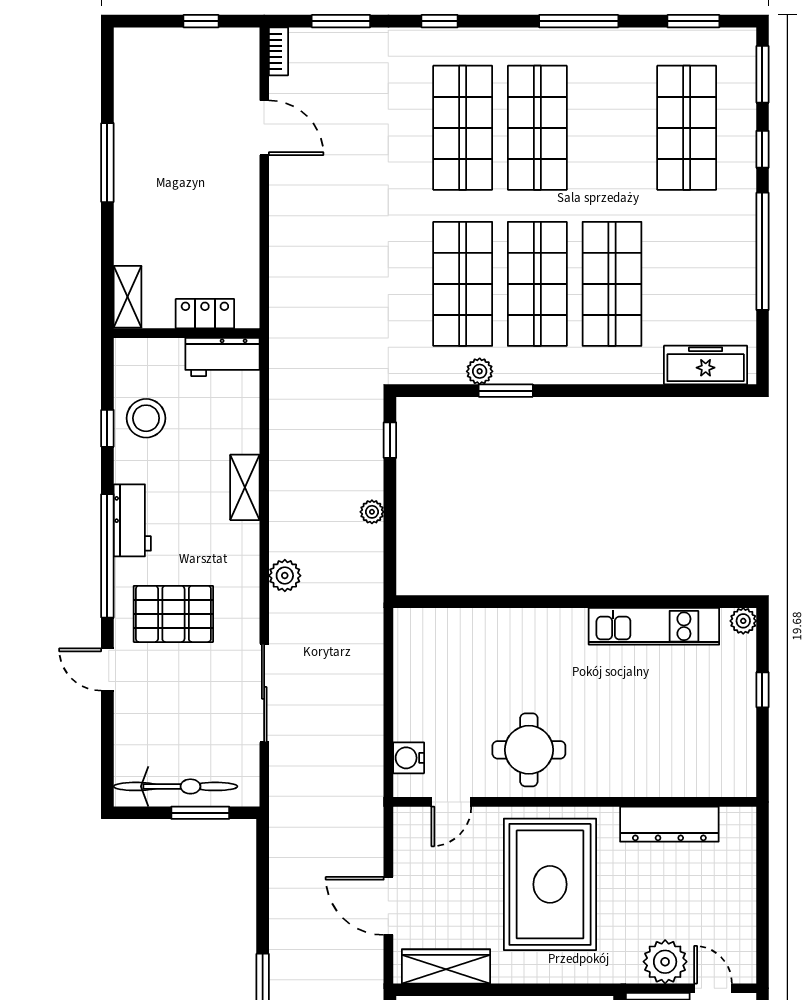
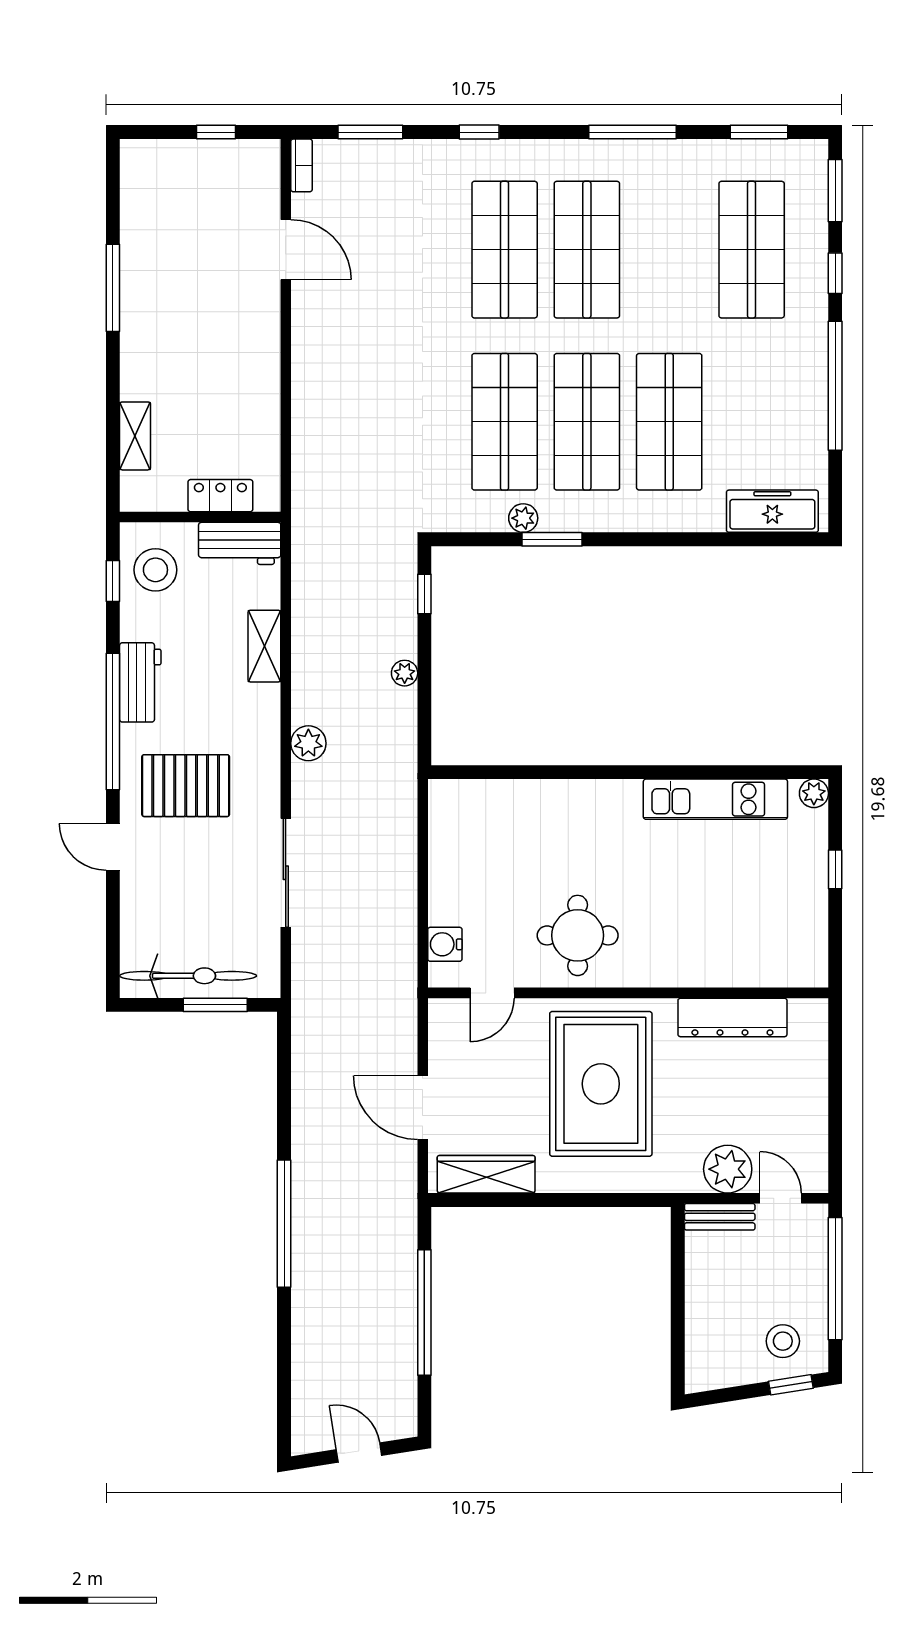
locker: (205, 314) -> (220, 496), moved
wall: (187, 333) -> (200, 517), moved
workbench: (222, 357) -> (240, 543), moved

